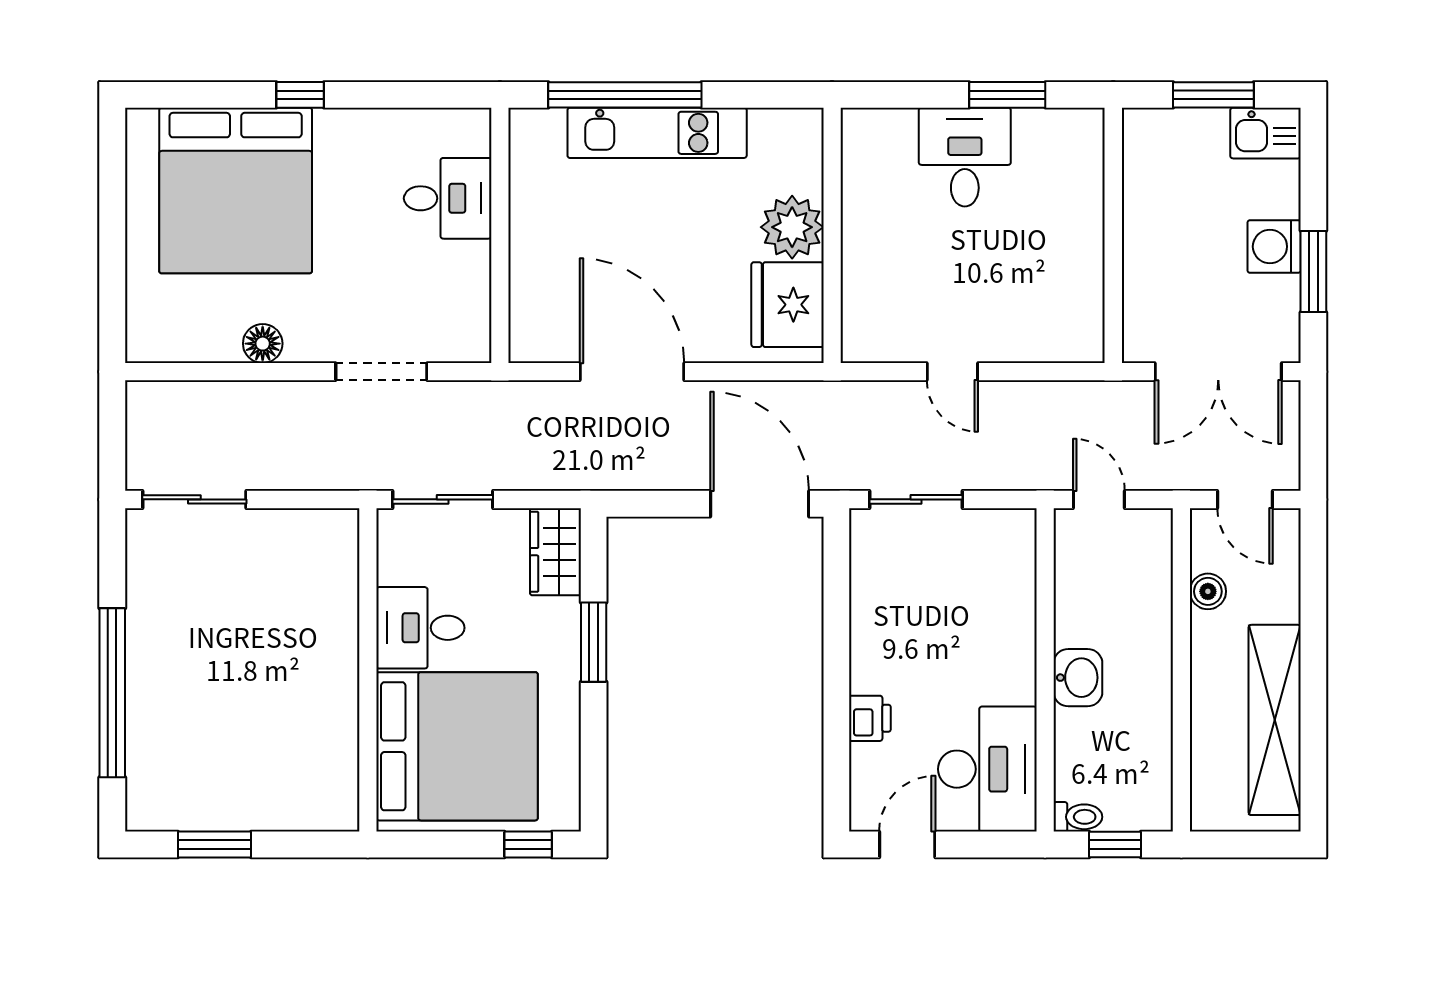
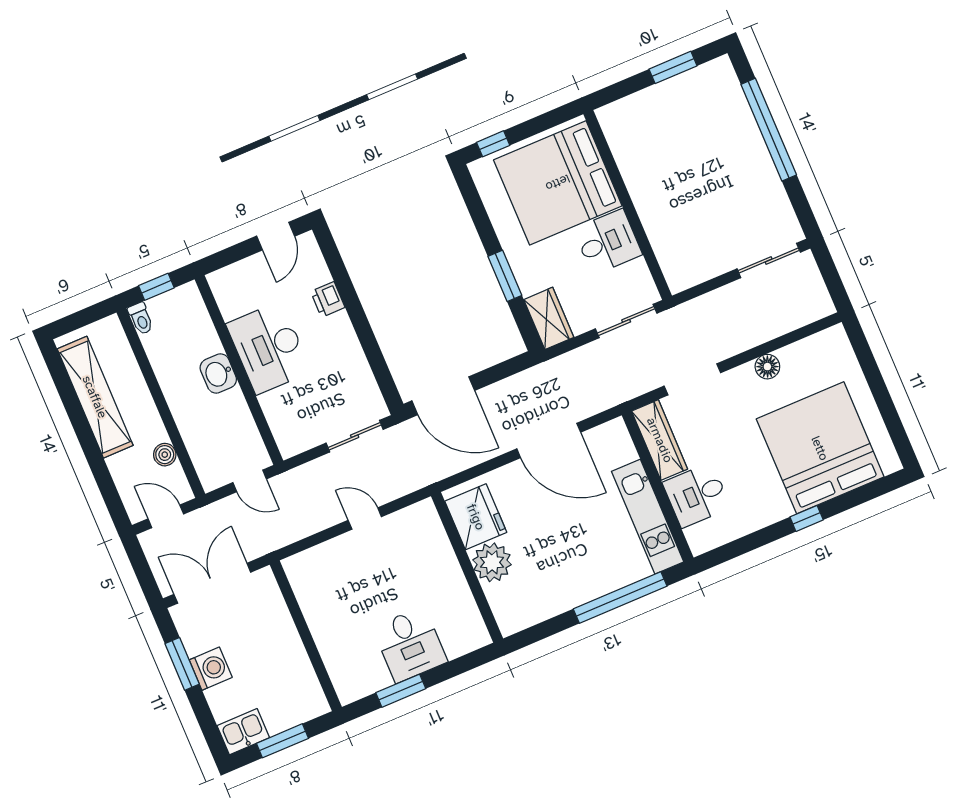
kitchen unit: (657, 133) -> (648, 517), moved, turned -90
wardrobe: (468, 303) -> (660, 440), added
desk: (987, 769) -> (269, 348), moved
toilet: (1078, 817) -> (141, 318), moved, turned -90

